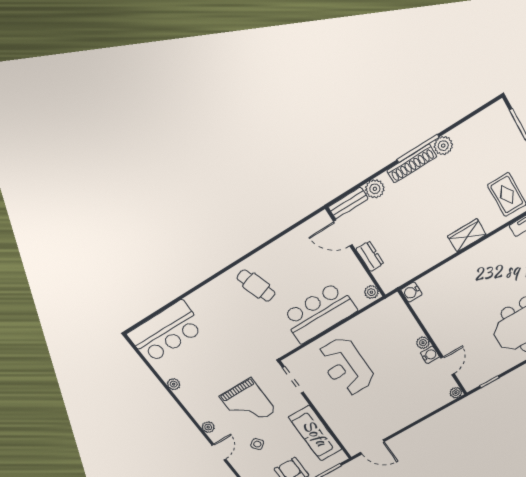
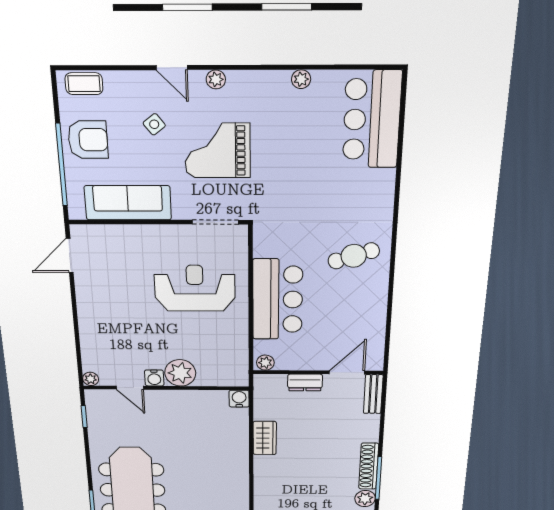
plant: (375, 189) -> (369, 424), removed
wardrobe: (467, 235) -> (265, 438), moved
plant: (423, 343) -> (180, 373), width x1.88, depth x1.88

